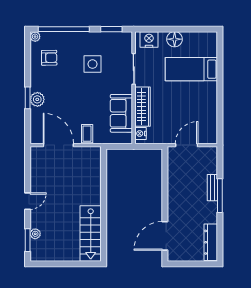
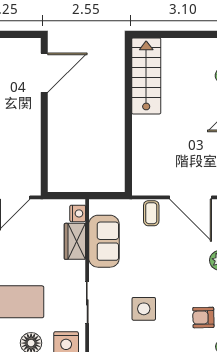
wardrobe: (143, 107) -> (75, 241), width x0.67

